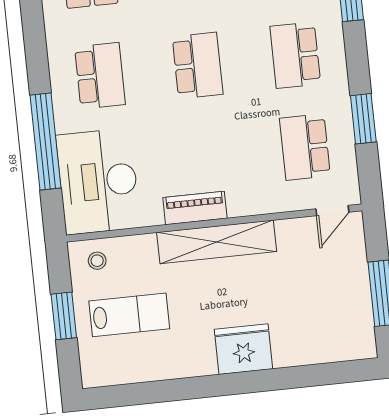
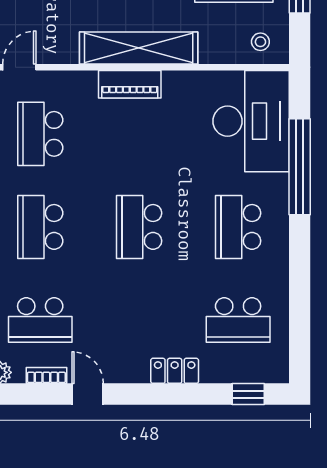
school desk: (295, 55) -> (40, 227), turned 180
school desk: (305, 147) -> (40, 134), turned 180
piano: (195, 208) -> (130, 84), moved

